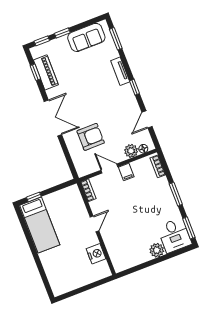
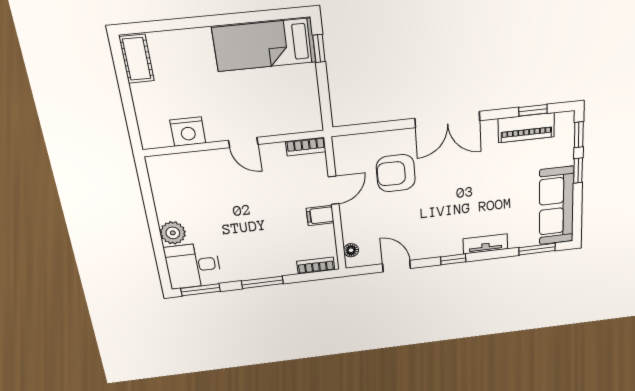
sofa: (86, 37) -> (556, 206), width x1.36
armchair: (91, 137) -> (396, 173), turned 90
plant: (131, 151) -> (353, 231), removed
cot: (64, 286) -> (137, 59), added

